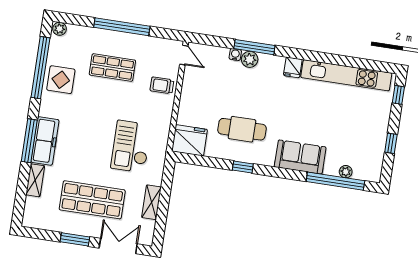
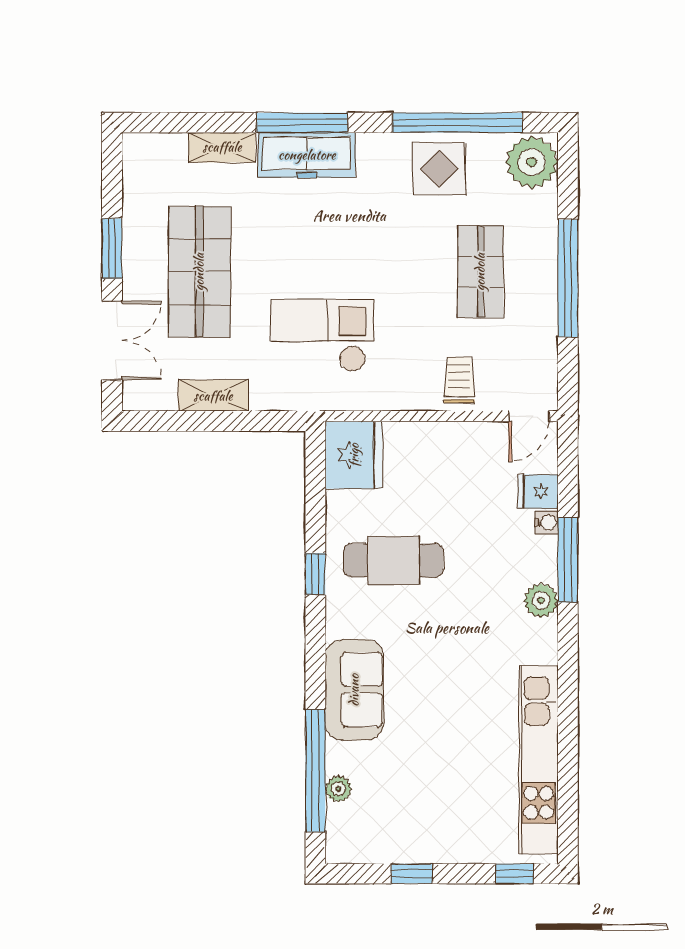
plant: (60, 29) -> (532, 162), width x1.88, depth x1.88
plant: (250, 59) -> (541, 600), moved
fridge: (293, 67) -> (538, 491), moved
cafe table: (242, 129) -> (394, 560), turned 90

